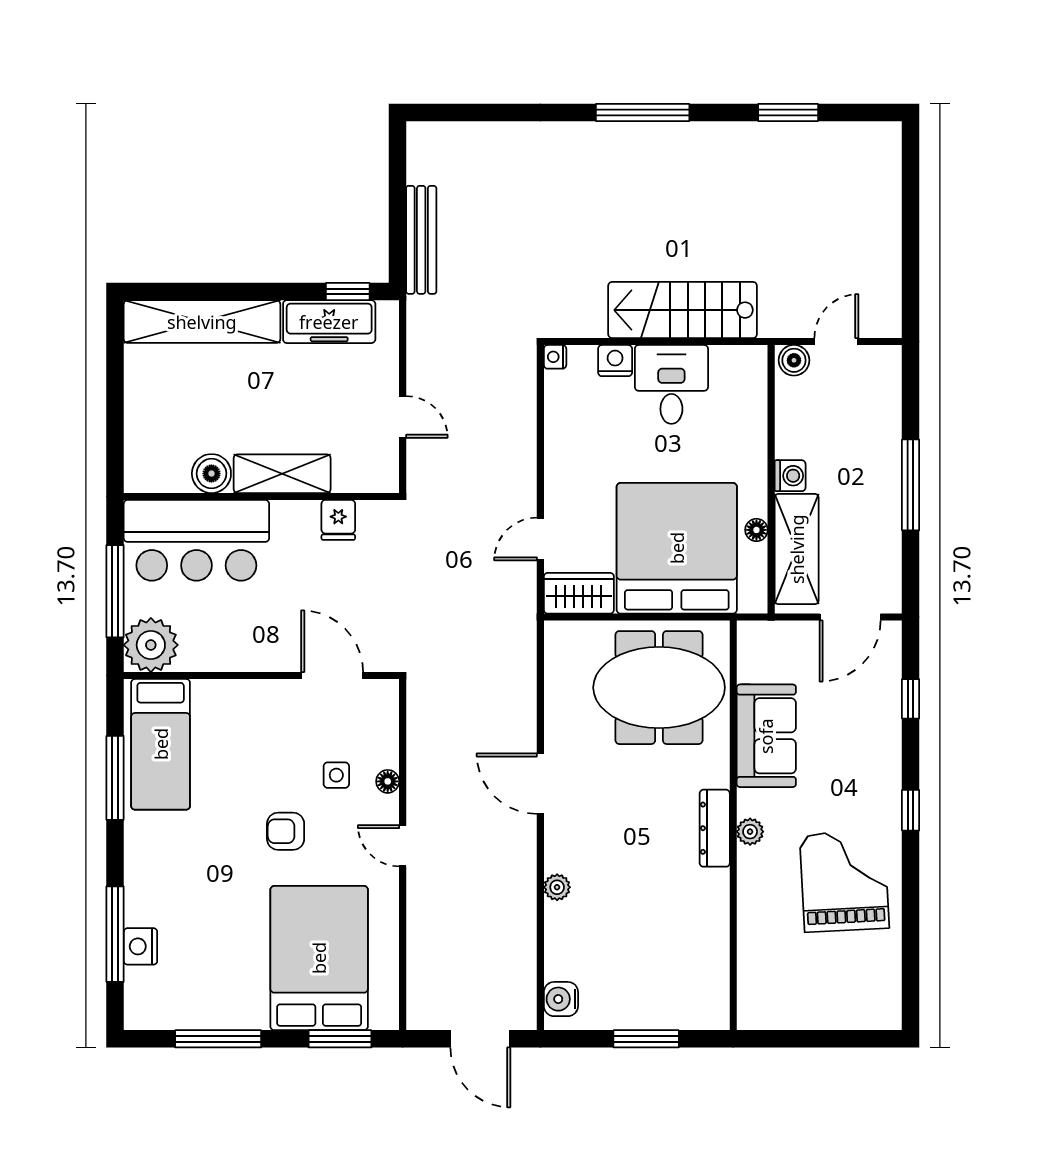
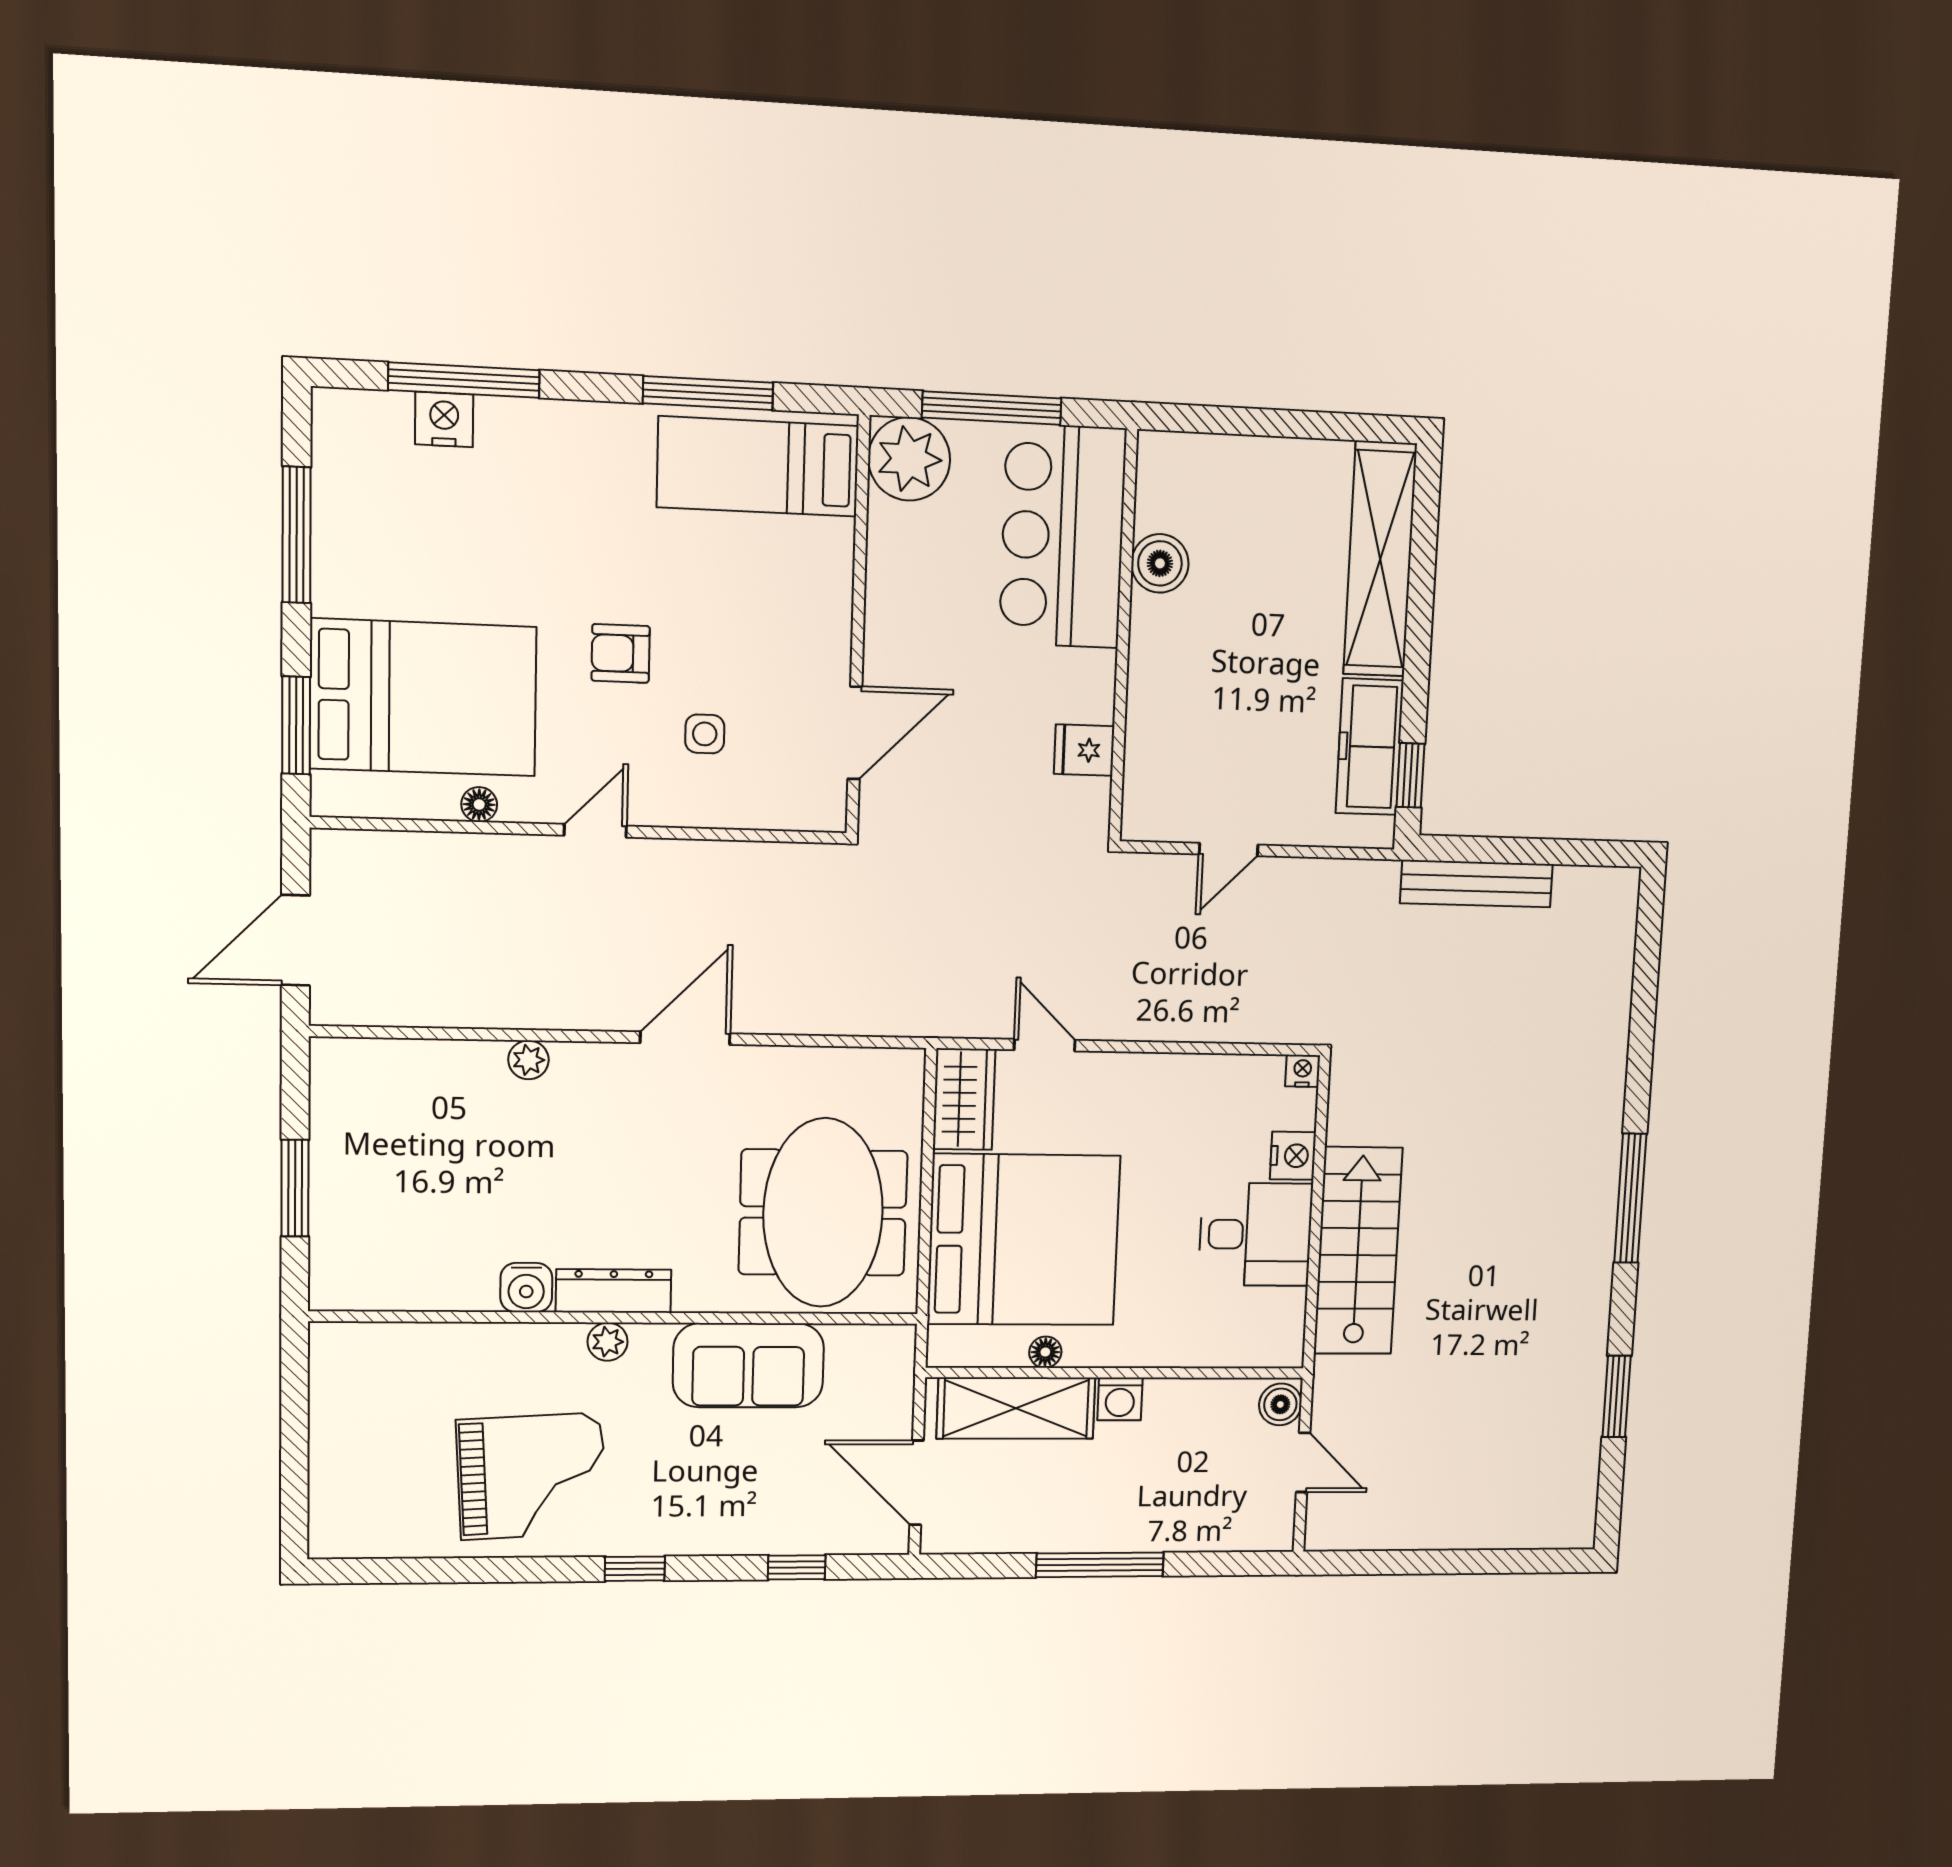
shelving: (282, 474) -> (1155, 669), removed
floor lamp: (388, 781) -> (479, 804), moved
armchair: (286, 831) -> (621, 653), turned -90
water cooler: (561, 999) -> (526, 1288), moved, turned 180

